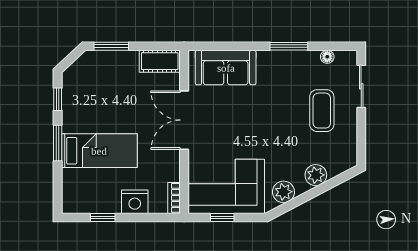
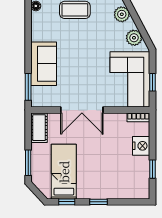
window: (289, 46) -> (28, 87), moved
sofa: (226, 68) -> (44, 64), moved
window: (58, 143) -> (98, 202), width x0.67
bed: (99, 151) -> (64, 172), moved

